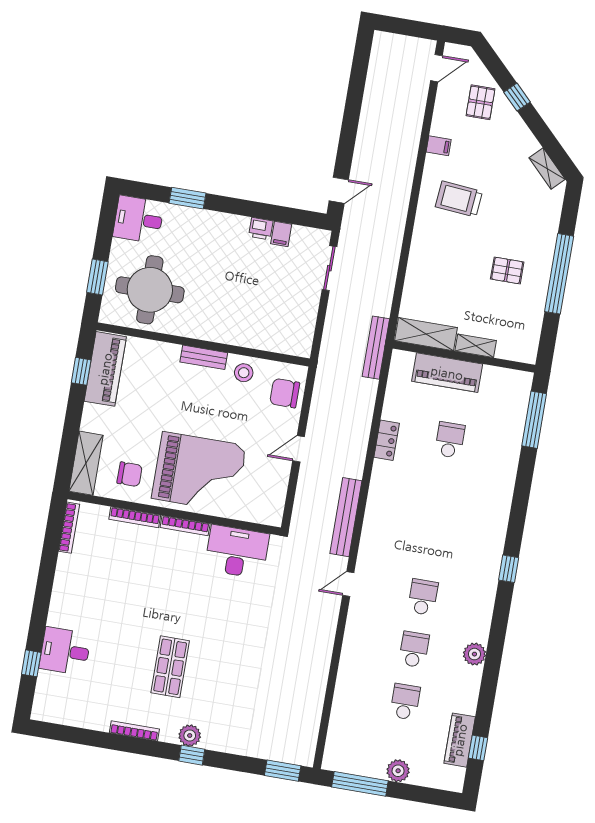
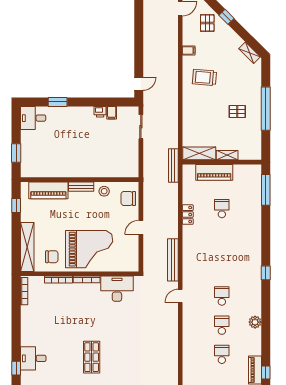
round table: (150, 290) -> (46, 155), removed
piano: (105, 369) -> (48, 190), moved, turned 90
shelving: (86, 463) -> (27, 247), width x1.47

